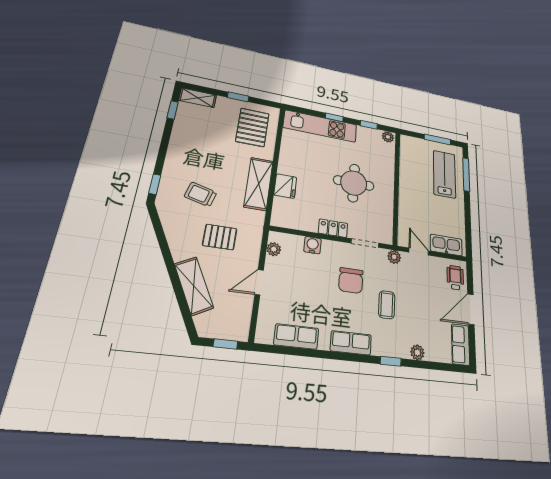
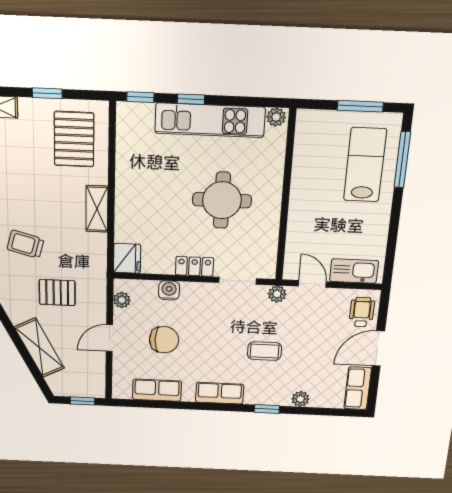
window: (369, 125) -> (140, 97), moved
kitchen unit: (320, 126) -> (210, 120), moved
shelving: (259, 184) -> (97, 209), width x0.67, depth x0.75
fridge: (285, 186) -> (127, 258), moved
chair: (351, 280) -> (164, 340), moved, turned -90
coffee table: (387, 305) -> (265, 351), turned 90

